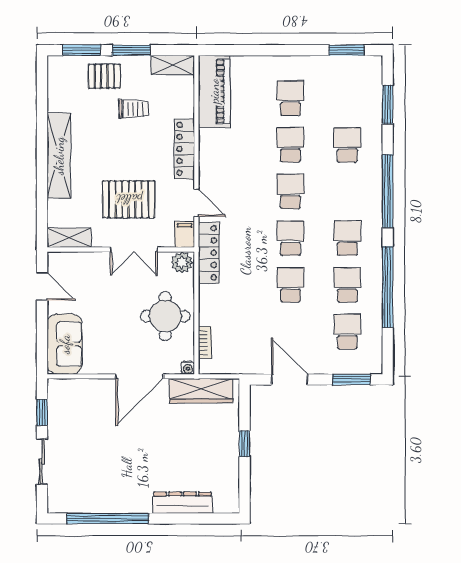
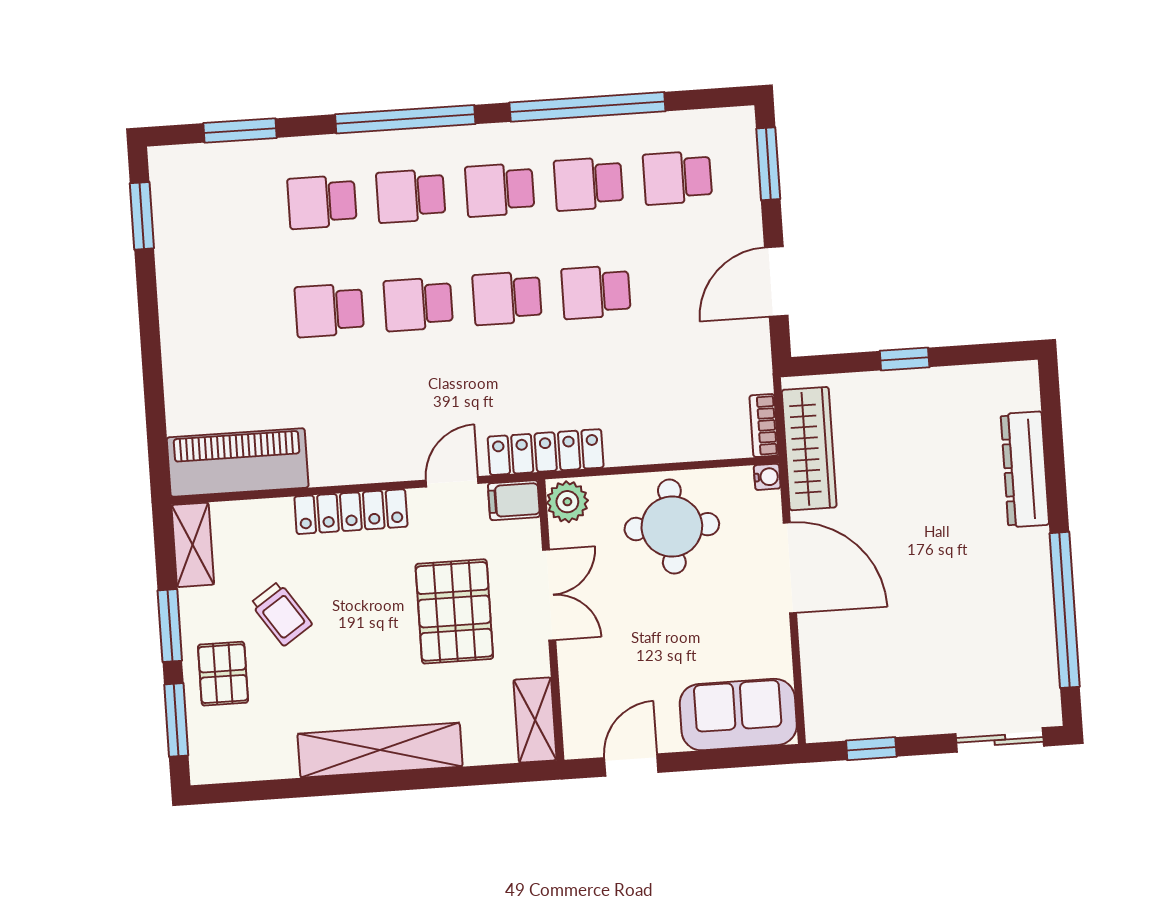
school desk: (290, 98) -> (411, 196), moved
trolley: (134, 109) -> (281, 614), turned 146
bookcase: (205, 343) -> (764, 426), moved, turned -90
sliding door: (42, 462) -> (1000, 740), moved

